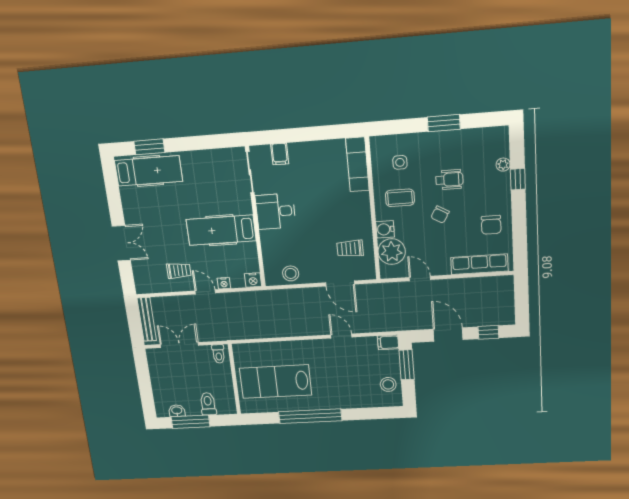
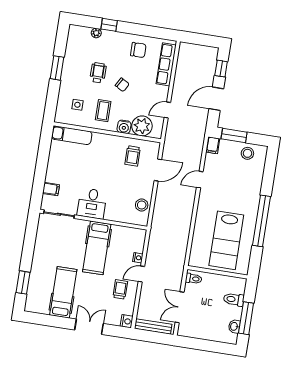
hospital bed: (148, 171) -> (63, 292), moved
nightstand: (253, 280) -> (127, 321), moved

